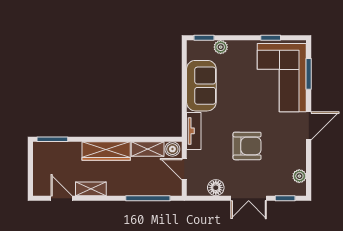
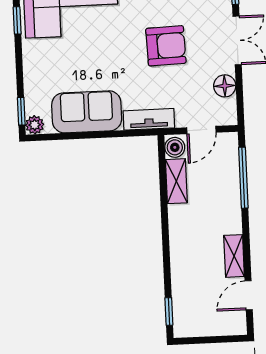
plant: (221, 47) -> (35, 125), moved
window: (52, 139) -> (169, 312), width x0.67
armchair: (247, 146) -> (166, 46), turned 88
wardrobe: (106, 151) -> (182, 238), removed

